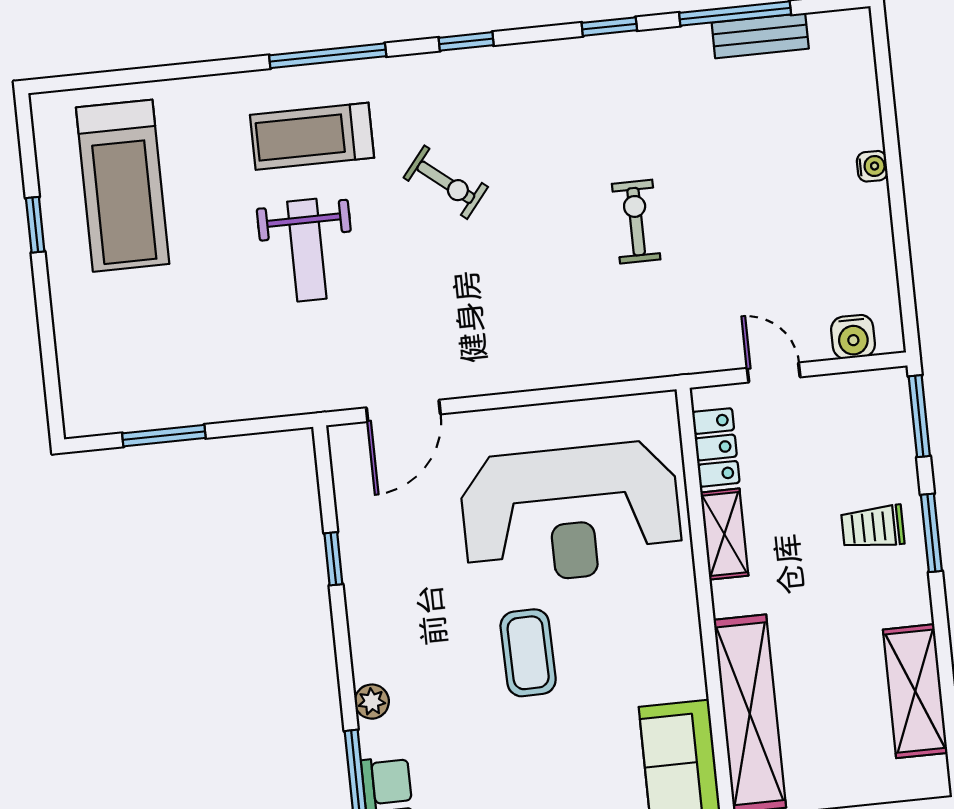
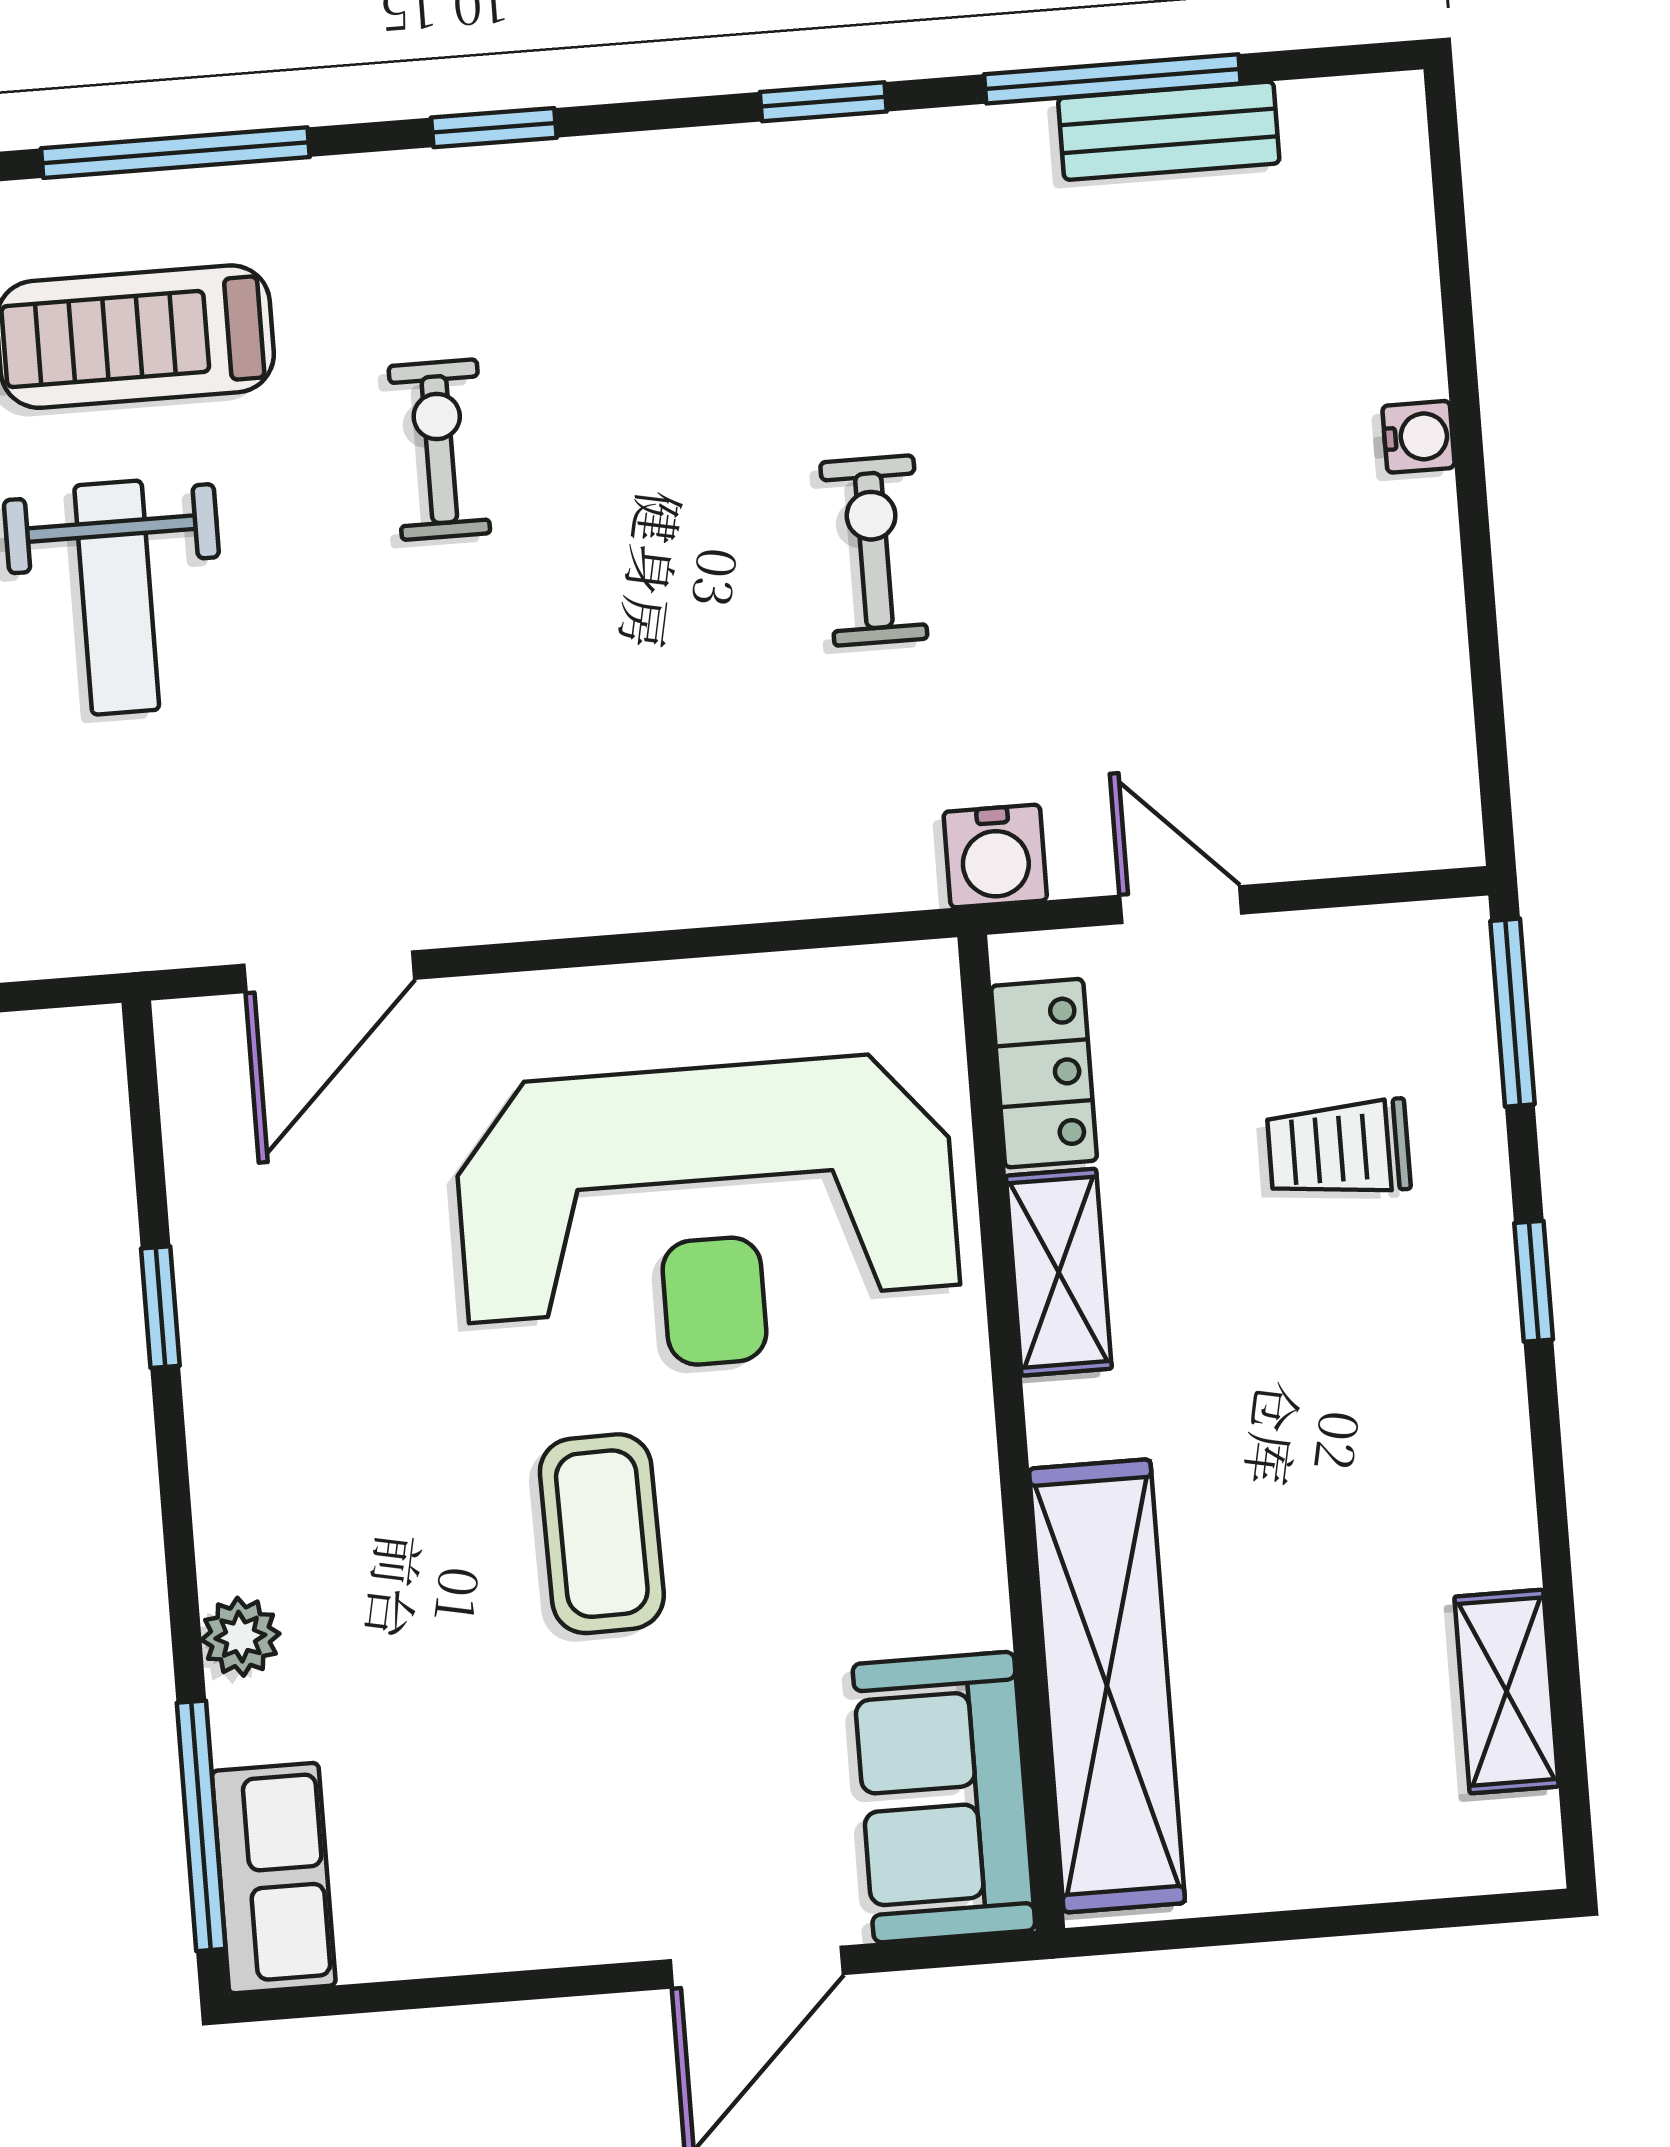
exercise bike: (446, 182) -> (439, 450), turned -129
water cooler: (853, 337) -> (995, 856), moved
trolley: (873, 527) -> (1339, 1149), moved
window: (931, 533) -> (1534, 1281), width x0.67
shelving: (915, 691) -> (1506, 1692), width x0.67, depth x0.75

